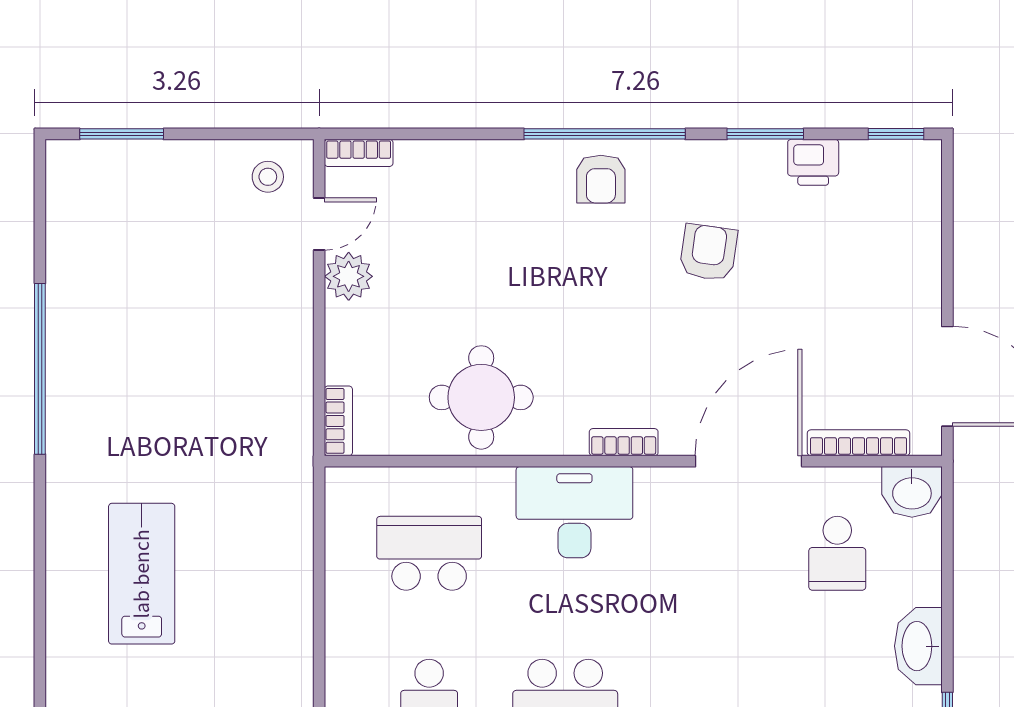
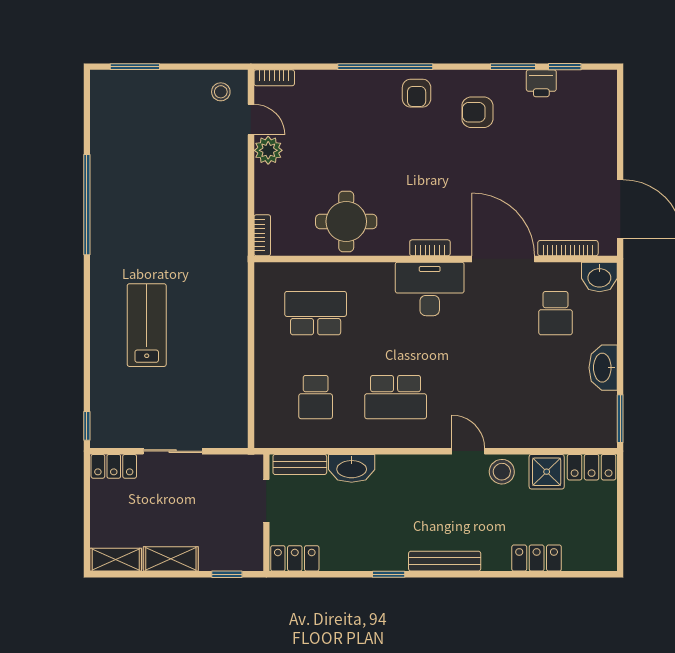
window: (605, 134) -> (385, 67), moved
window: (896, 134) -> (565, 67), moved
door: (319, 224) -> (251, 120), hinge flipped
armchair: (708, 252) -> (477, 112), moved, turned -98
door: (749, 461) -> (503, 259), hinge flipped
desk: (574, 512) -> (430, 289), moved

